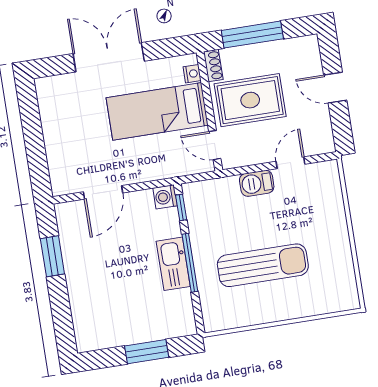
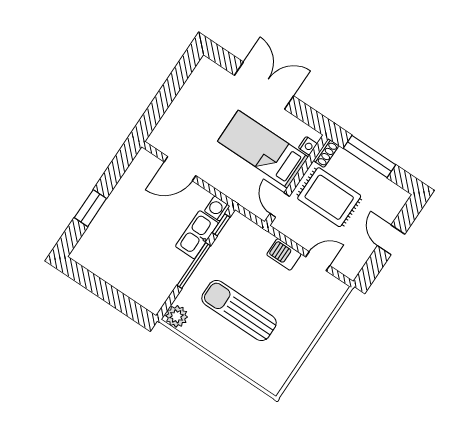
window: (52, 256) -> (90, 208), moved
kitchen sink: (173, 264) -> (197, 235), moved
sun lounger: (263, 265) -> (239, 311), turned 180
plant: (215, 319) -> (177, 316), added
window: (147, 352) -> (113, 297), removed

